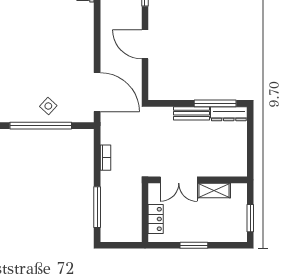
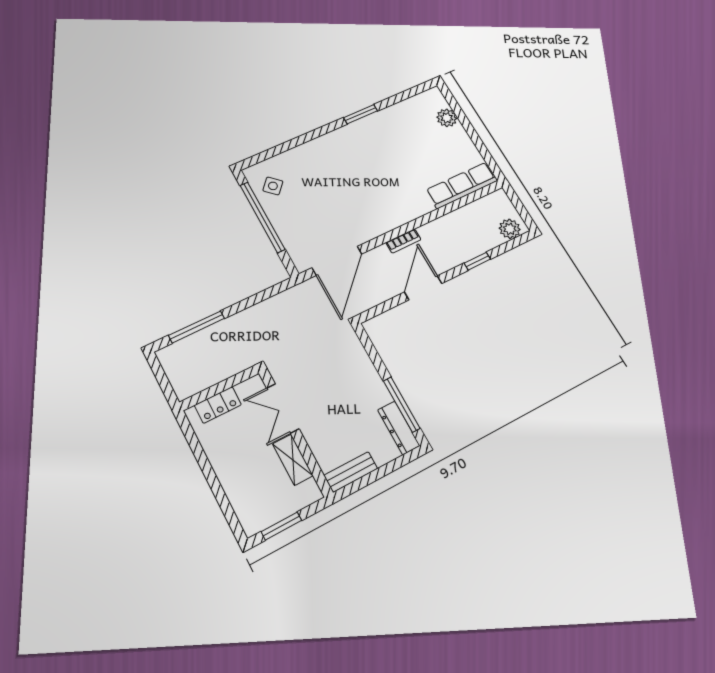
side table: (48, 106) -> (273, 186), moved
bench: (191, 113) -> (351, 472), moved, turned 90
bookcase: (105, 158) -> (403, 241), moved
window: (194, 245) -> (208, 471), removed

